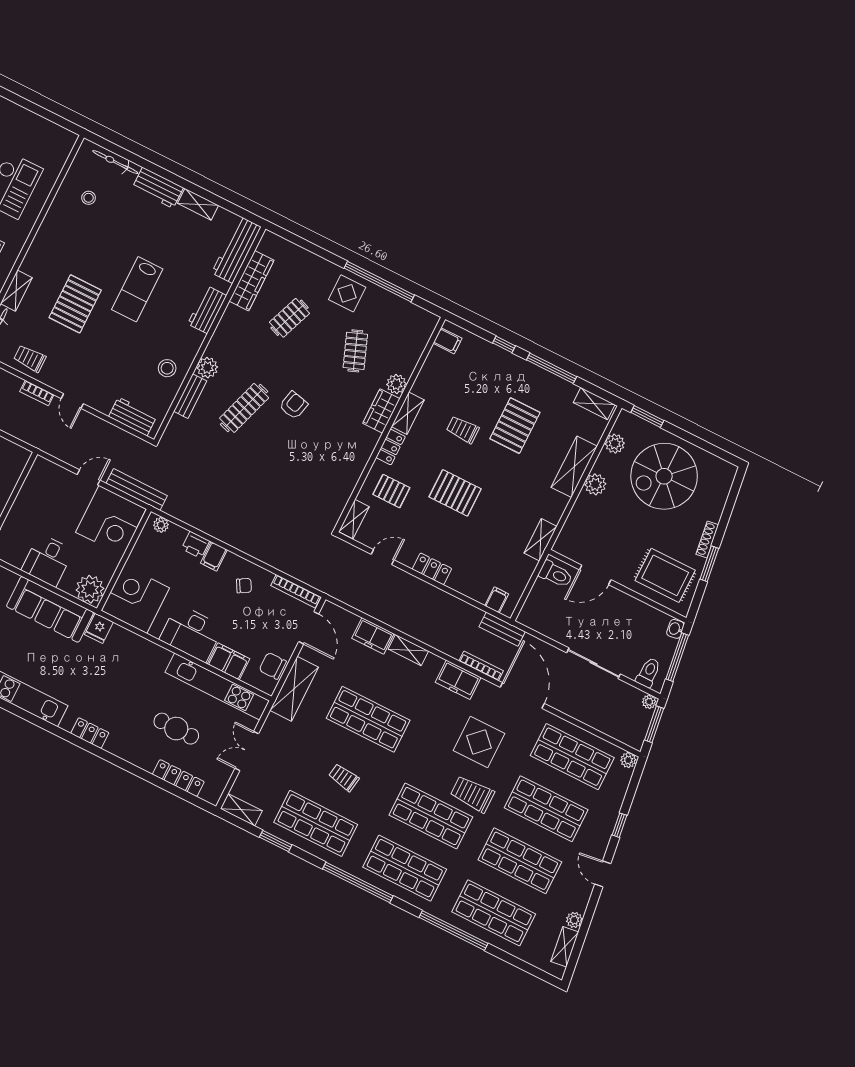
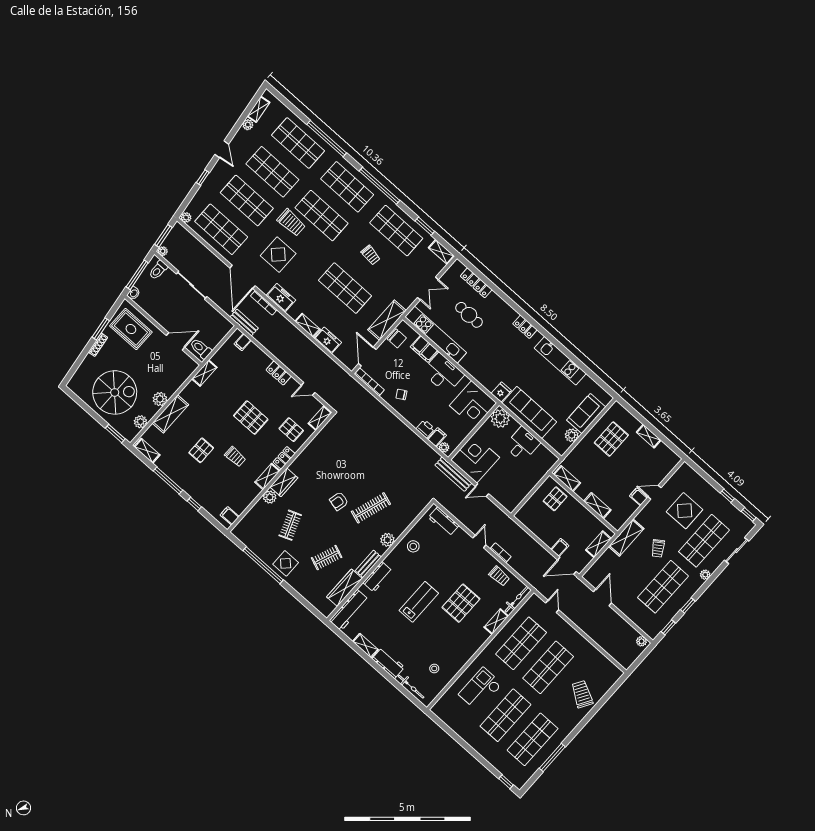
bench: (190, 396) -> (368, 564), moved
pallet: (515, 426) -> (201, 450), width x0.67, depth x0.71
filing cabinet: (214, 556) -> (437, 437), moved

